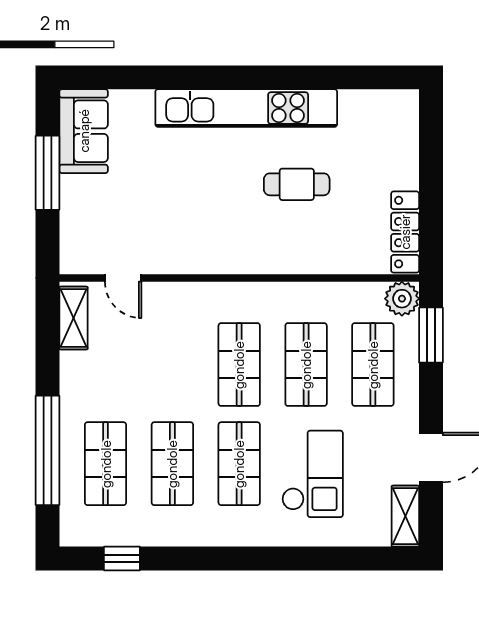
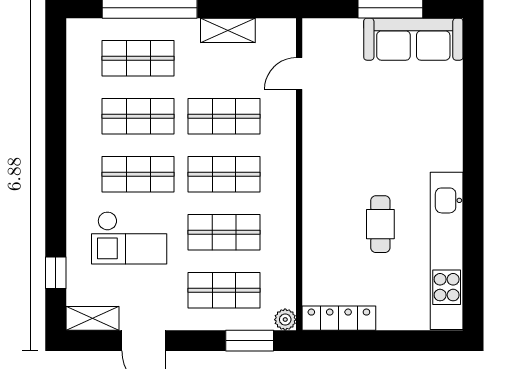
kitchen unit: (246, 108) -> (447, 251), moved
sofa: (84, 131) -> (413, 39), width x1.36
plant: (402, 299) -> (285, 320), width x0.73, depth x0.73
shelving: (73, 318) -> (228, 30), moved
shop shelf: (172, 365) -> (224, 116), added
window: (122, 558) -> (56, 273), moved

